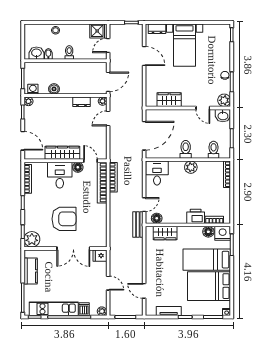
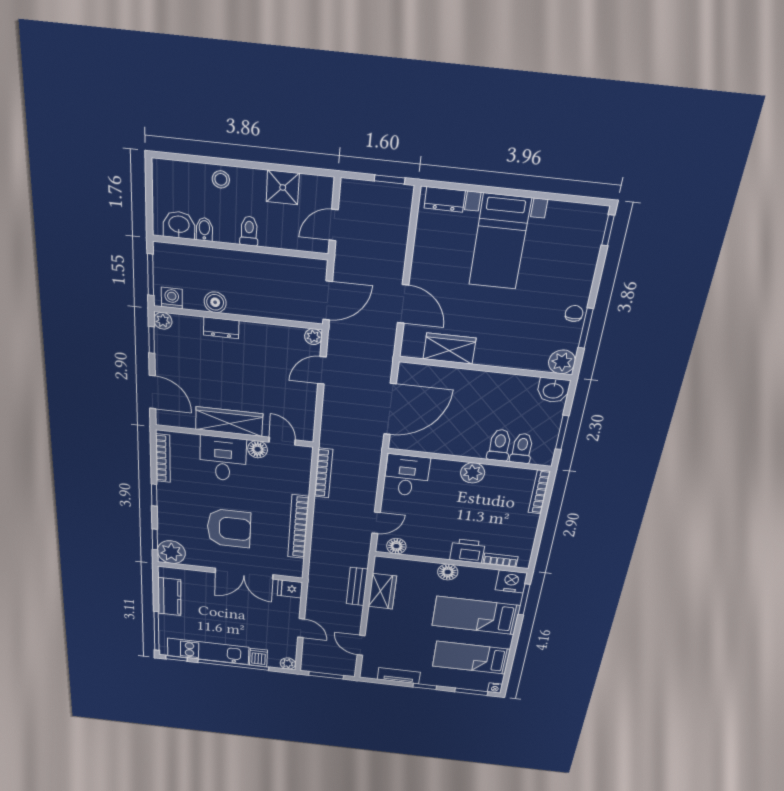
shower: (97, 31) -> (283, 187), moved
door: (144, 56) -> (403, 304), moved
dresser: (82, 102) -> (221, 328), moved
door: (203, 108) -> (515, 372), removed
toilet: (186, 149) -> (499, 445), moved
bookcase: (102, 183) -> (298, 527), moved
bench: (138, 225) -> (357, 587), moved
floor lamp: (208, 232) -> (448, 572), moved
wardrobe: (165, 233) -> (382, 591), moved, turned -90
bed: (209, 286) -> (471, 658), width x0.67

